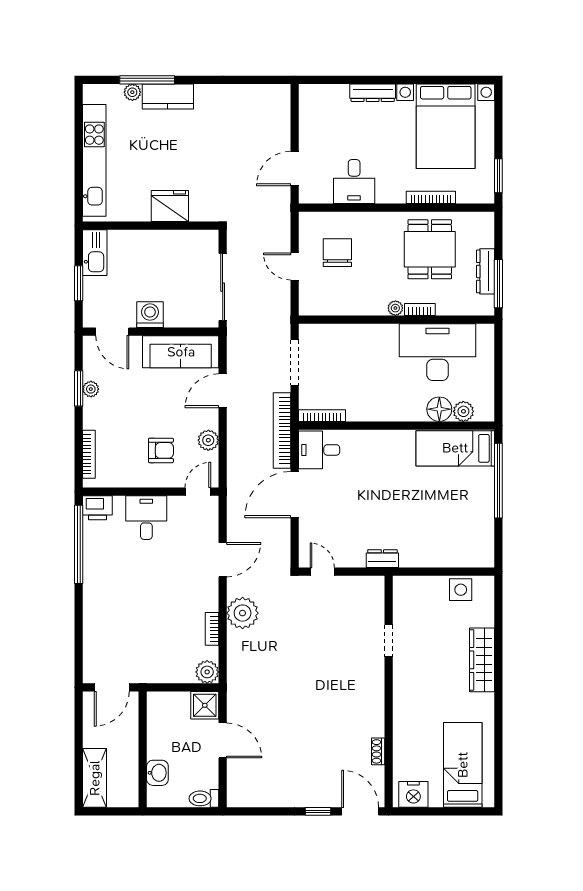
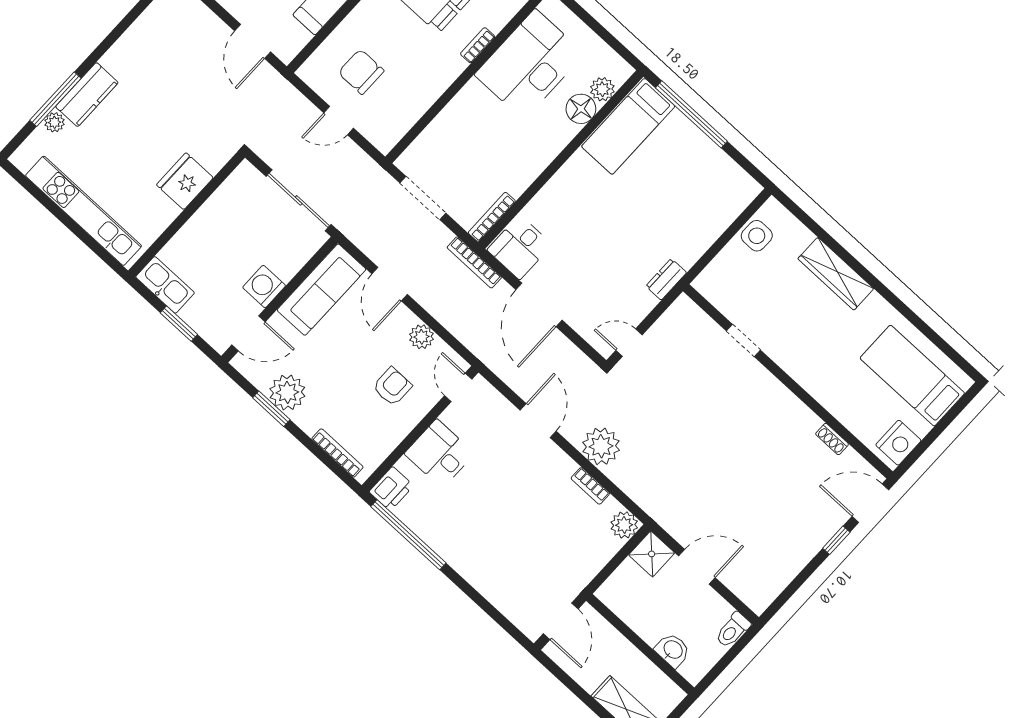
plant: (395, 308) -> (457, 66), removed
plant: (91, 389) -> (287, 392), width x1.88, depth x1.88
bookcase: (282, 431) -> (474, 262), width x0.68, depth x0.76

